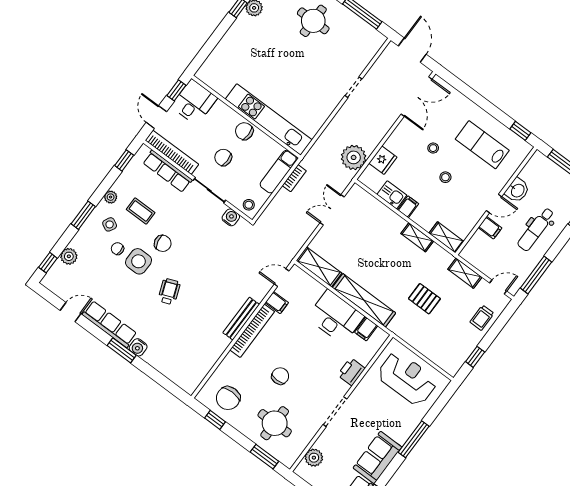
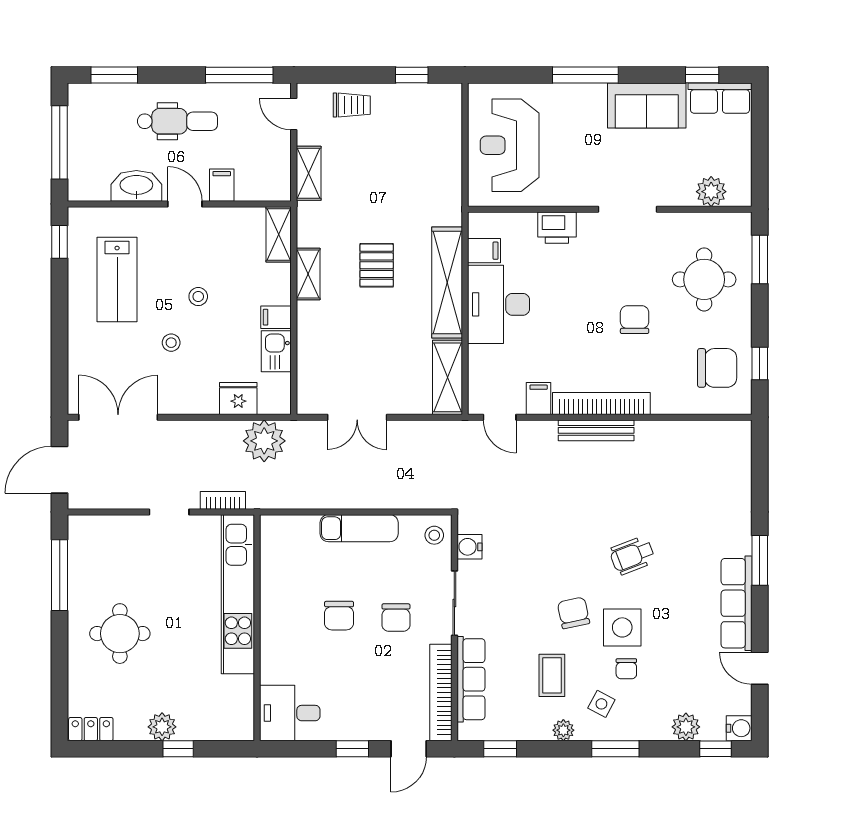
desk: (194, 102) -> (290, 713), moved
wall: (246, 117) -> (257, 628), moved
kitchen unit: (269, 120) -> (238, 594), moved
bookcase: (294, 178) -> (223, 500), moved
washbasin: (517, 190) -> (136, 186), width x1.38
pallet: (424, 299) -> (377, 265), moved
water cooler: (138, 347) -> (739, 728), moved
chair: (280, 376) -> (635, 320), turned 90

